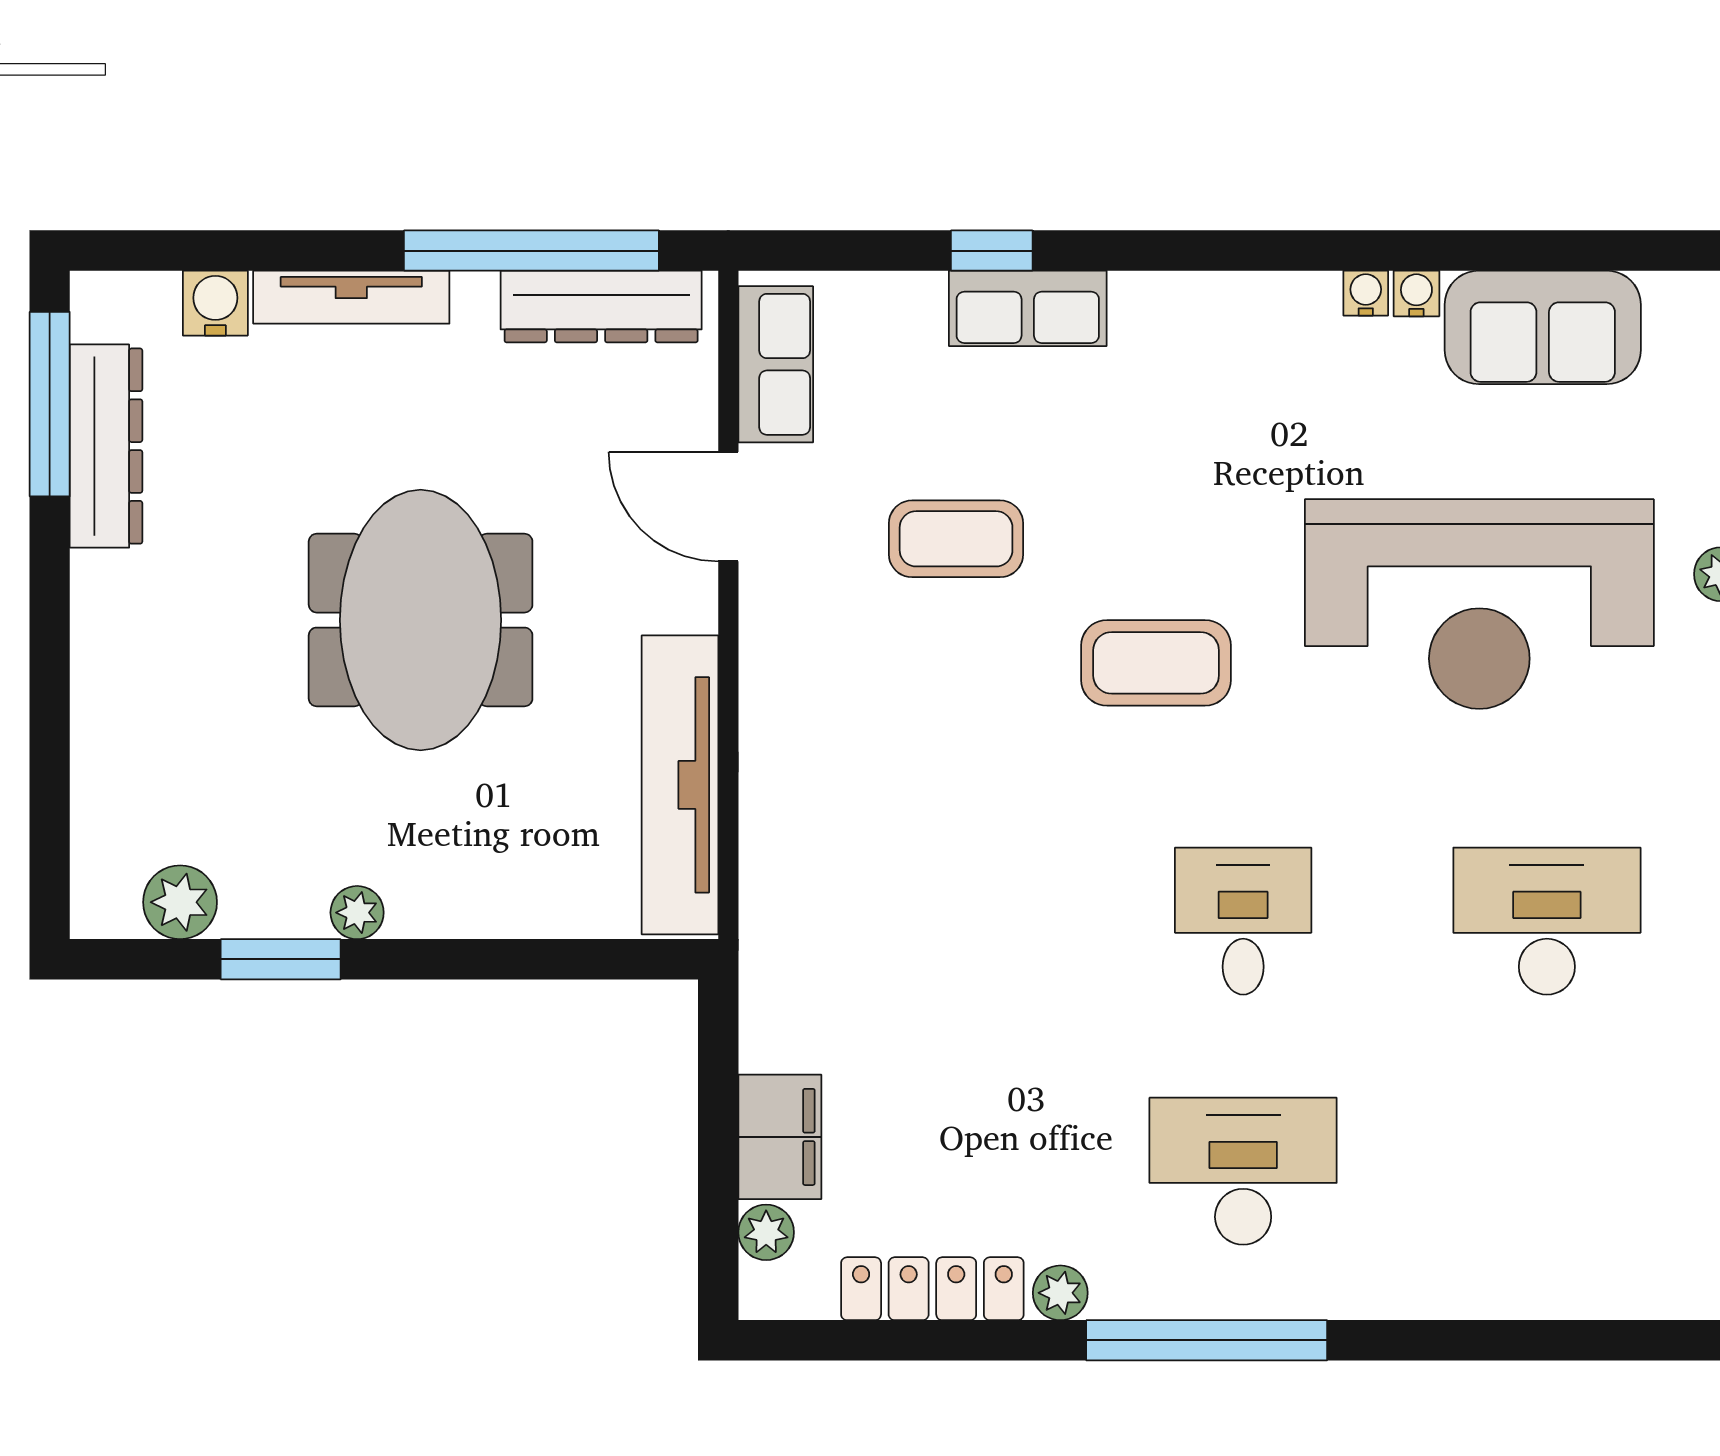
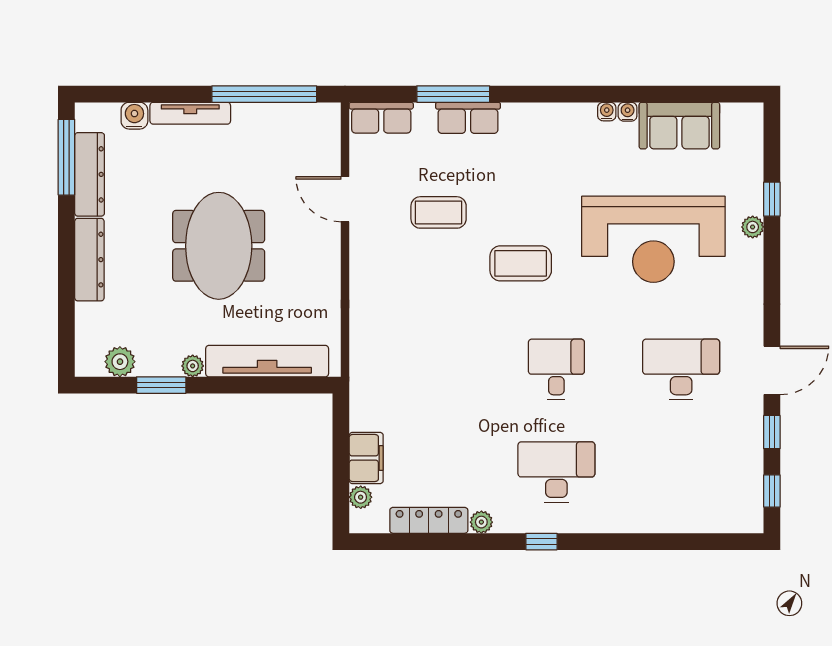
window: (992, 251) -> (453, 94), width x2.17
dresser: (601, 306) -> (89, 260), moved, turned -90
row of seats: (776, 364) -> (381, 118), moved, turned 90
tv unit: (680, 785) -> (267, 361), moved, turned 90
window: (1207, 1340) -> (541, 542), width x0.32

